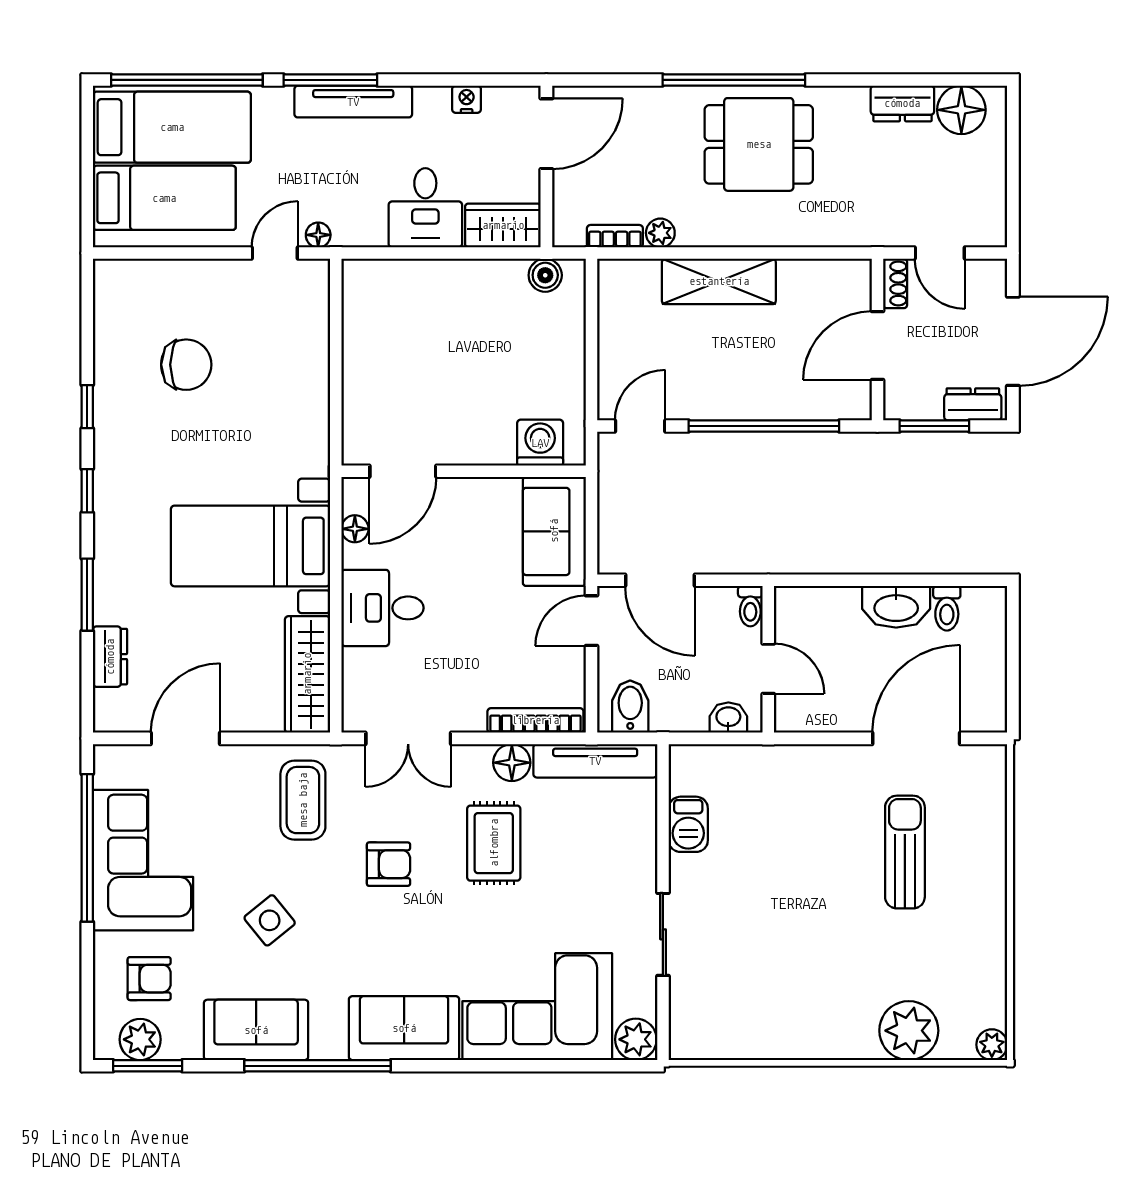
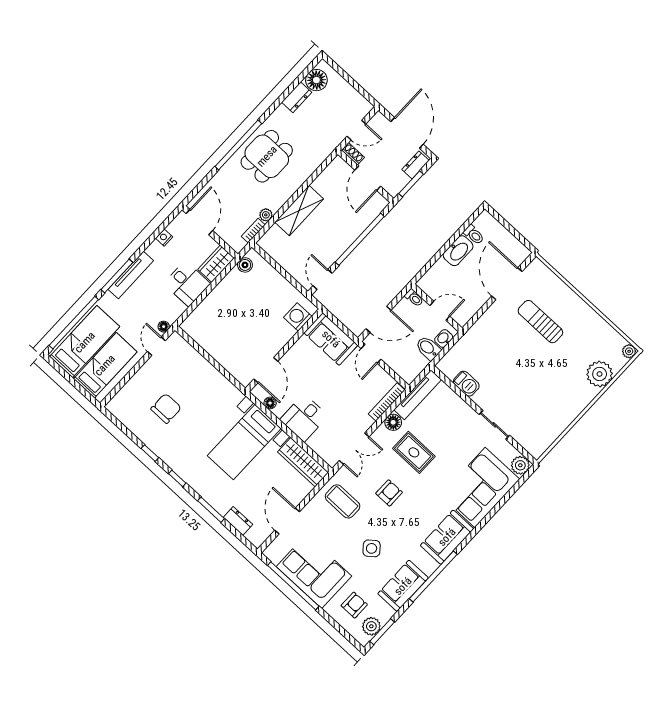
bidet: (630, 707) -> (428, 348), moved

